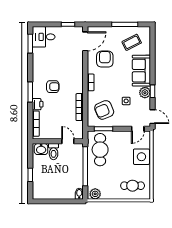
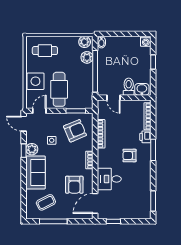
desk: (44, 37) -> (109, 179), moved, turned 180
cafe table: (100, 150) -> (59, 89), moved
plant: (93, 179) -> (87, 57), added
washing machine: (37, 194) -> (146, 41), added

